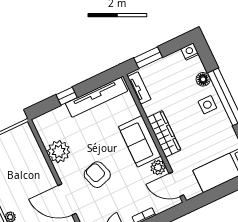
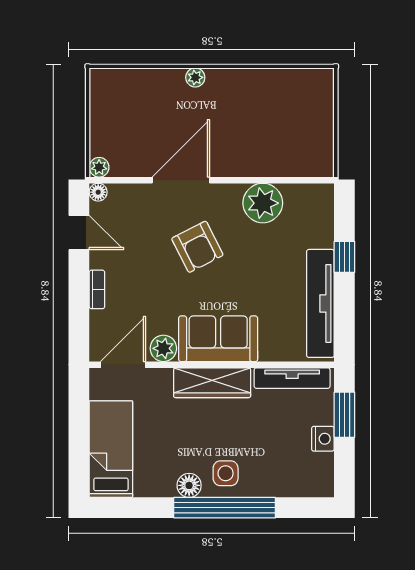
nightstand: (190, 52) -> (323, 439), moved
floor lamp: (203, 79) -> (189, 485), moved
tv unit: (139, 88) -> (292, 378), width x1.41
armchair: (97, 175) -> (197, 247), turned 81

